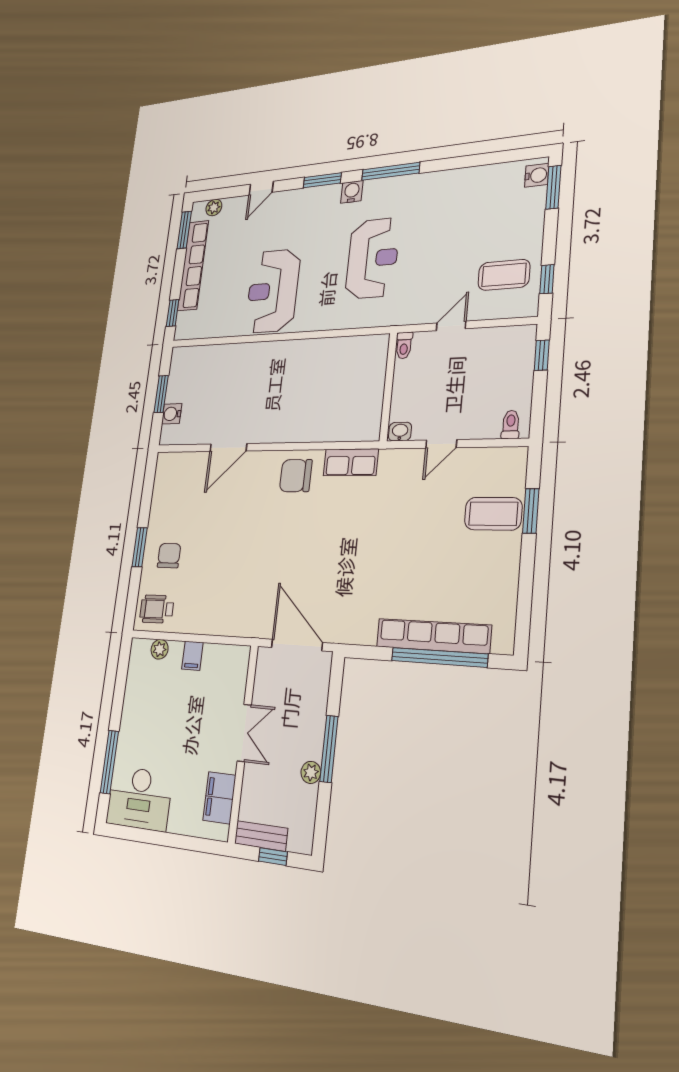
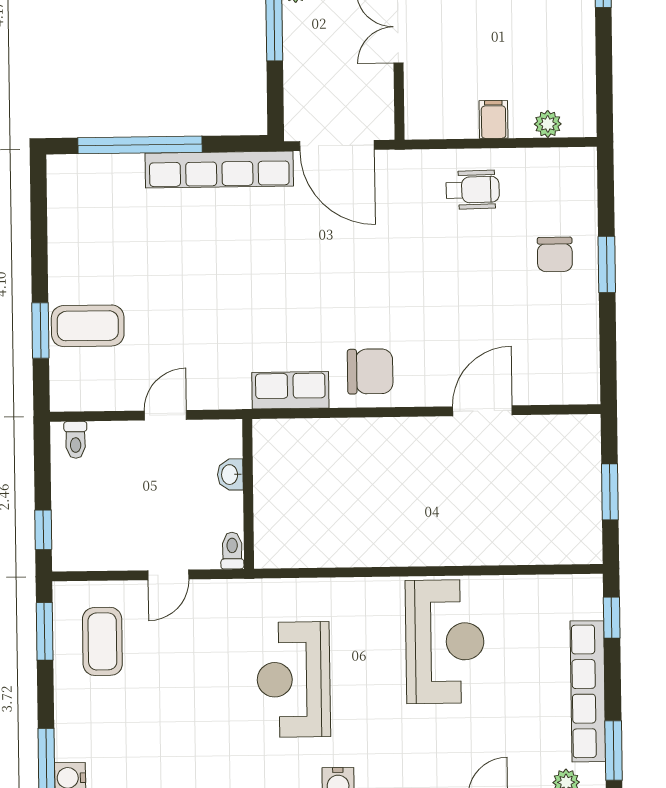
coffee table: (504, 275) -> (102, 641), turned 90
window: (547, 279) -> (45, 631), width x1.50
water cooler: (172, 414) -> (586, 461), removed
washbasin: (400, 432) -> (230, 475), moved, turned 90
wheelchair: (157, 609) -> (472, 190), moved
row of seats: (433, 636) -> (219, 170), moved

